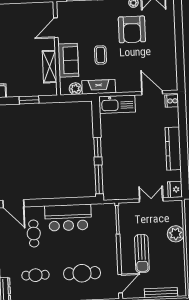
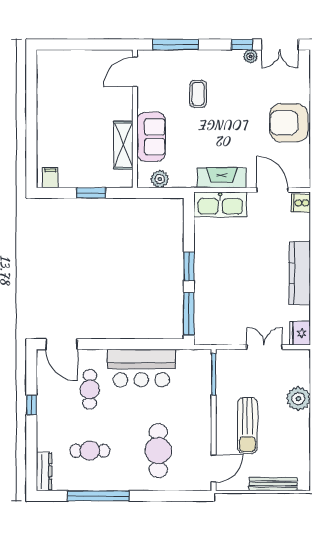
door: (56, 28) -> (135, 72), moved
armchair: (132, 29) -> (289, 123), moved, turned 90
coffee table: (101, 55) -> (198, 94), moved
fireplace: (99, 87) -> (222, 178), moved
cafe table: (82, 273) -> (158, 451), turned 90

